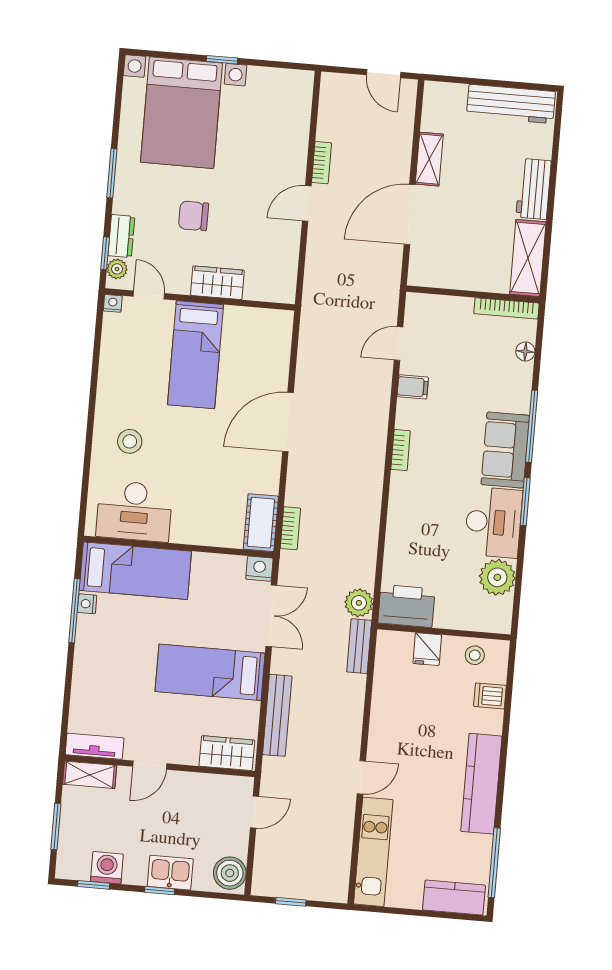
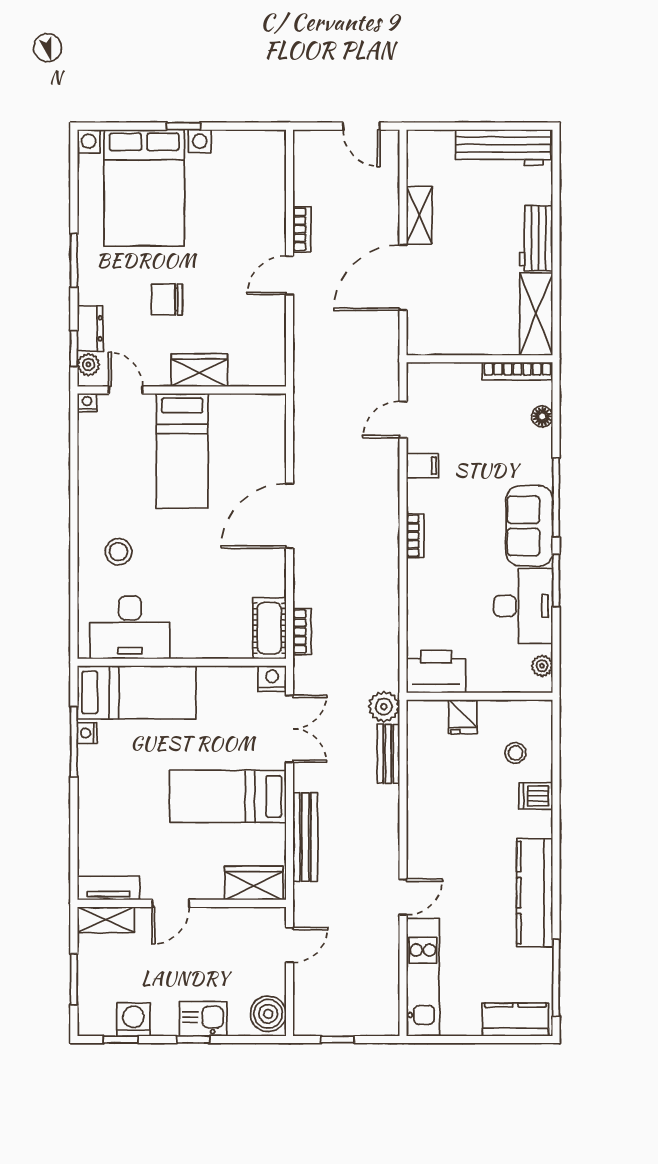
plant: (497, 577) -> (542, 666), width x0.53, depth x0.53
printer: (406, 606) -> (436, 672), moved
wall: (444, 632) -> (479, 696), moved
fridge: (427, 649) -> (463, 717), moved

